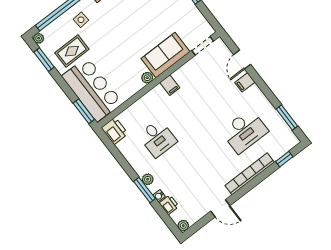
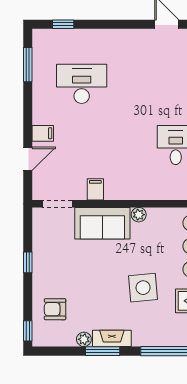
side table: (81, 20) -> (143, 288), moved, width x1.87, depth x1.87
filing cabinet: (170, 85) -> (95, 189), moved
bookcase: (250, 174) -> (110, 37), removed

